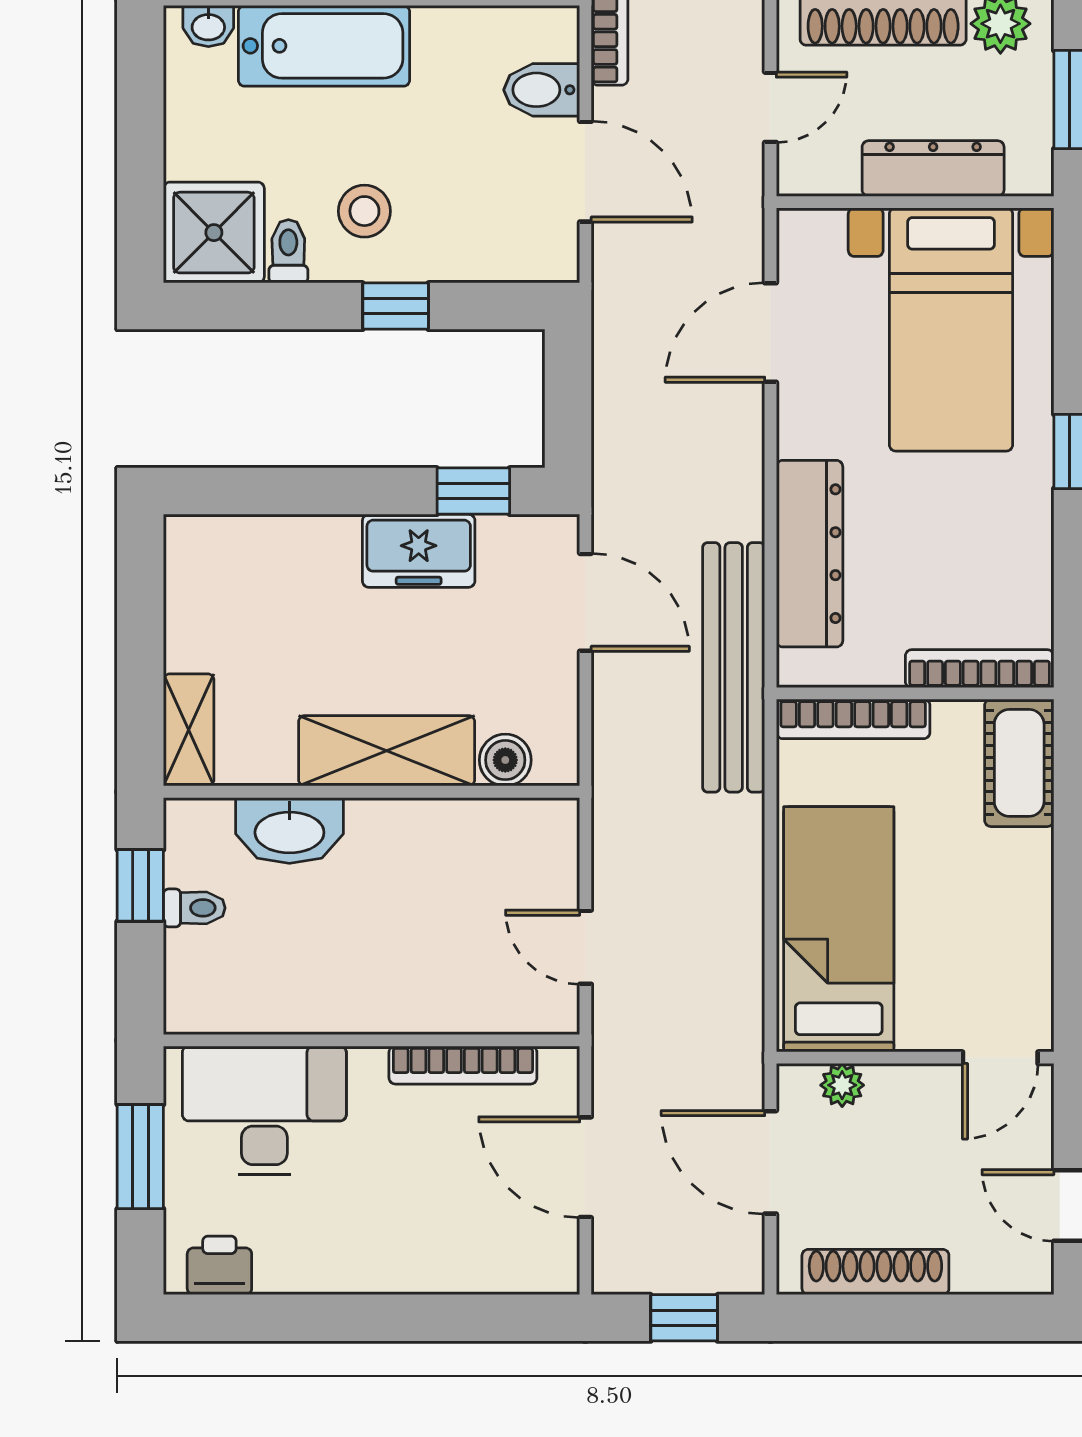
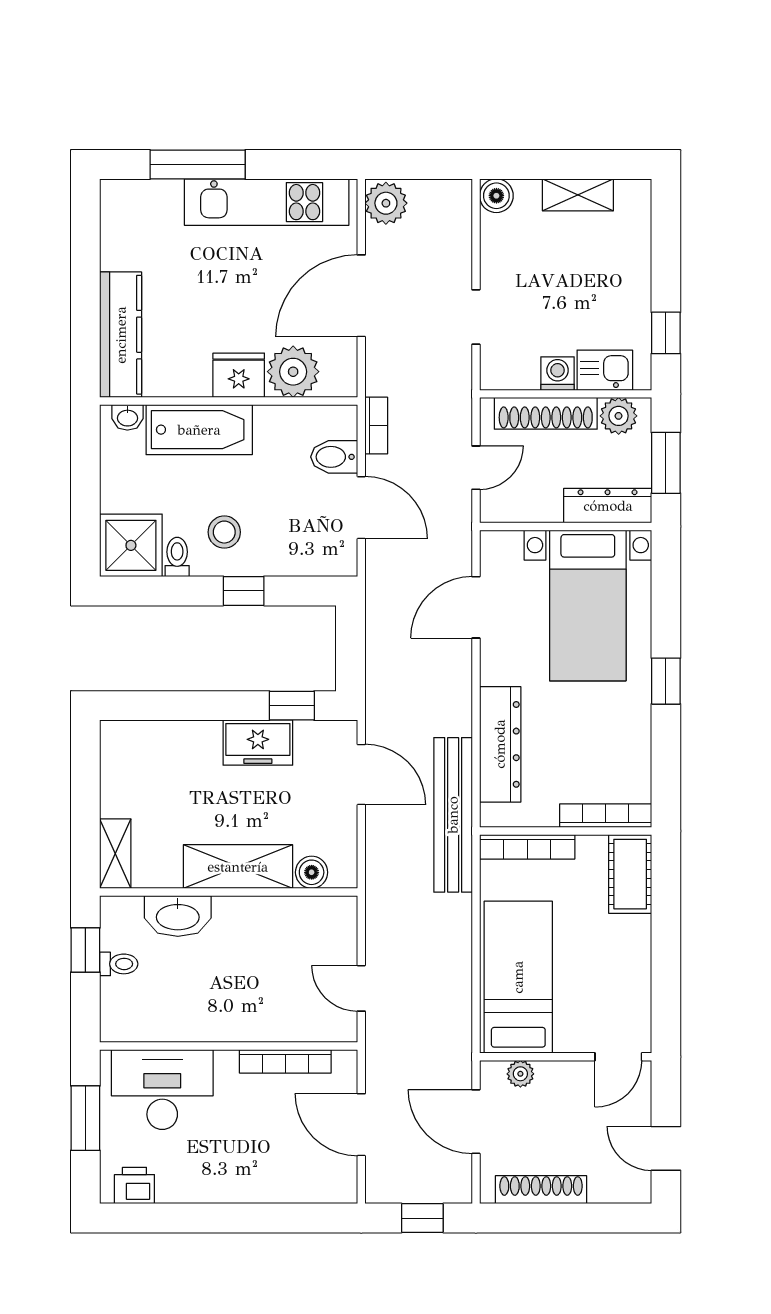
dresser: (933, 169) -> (608, 506), moved

